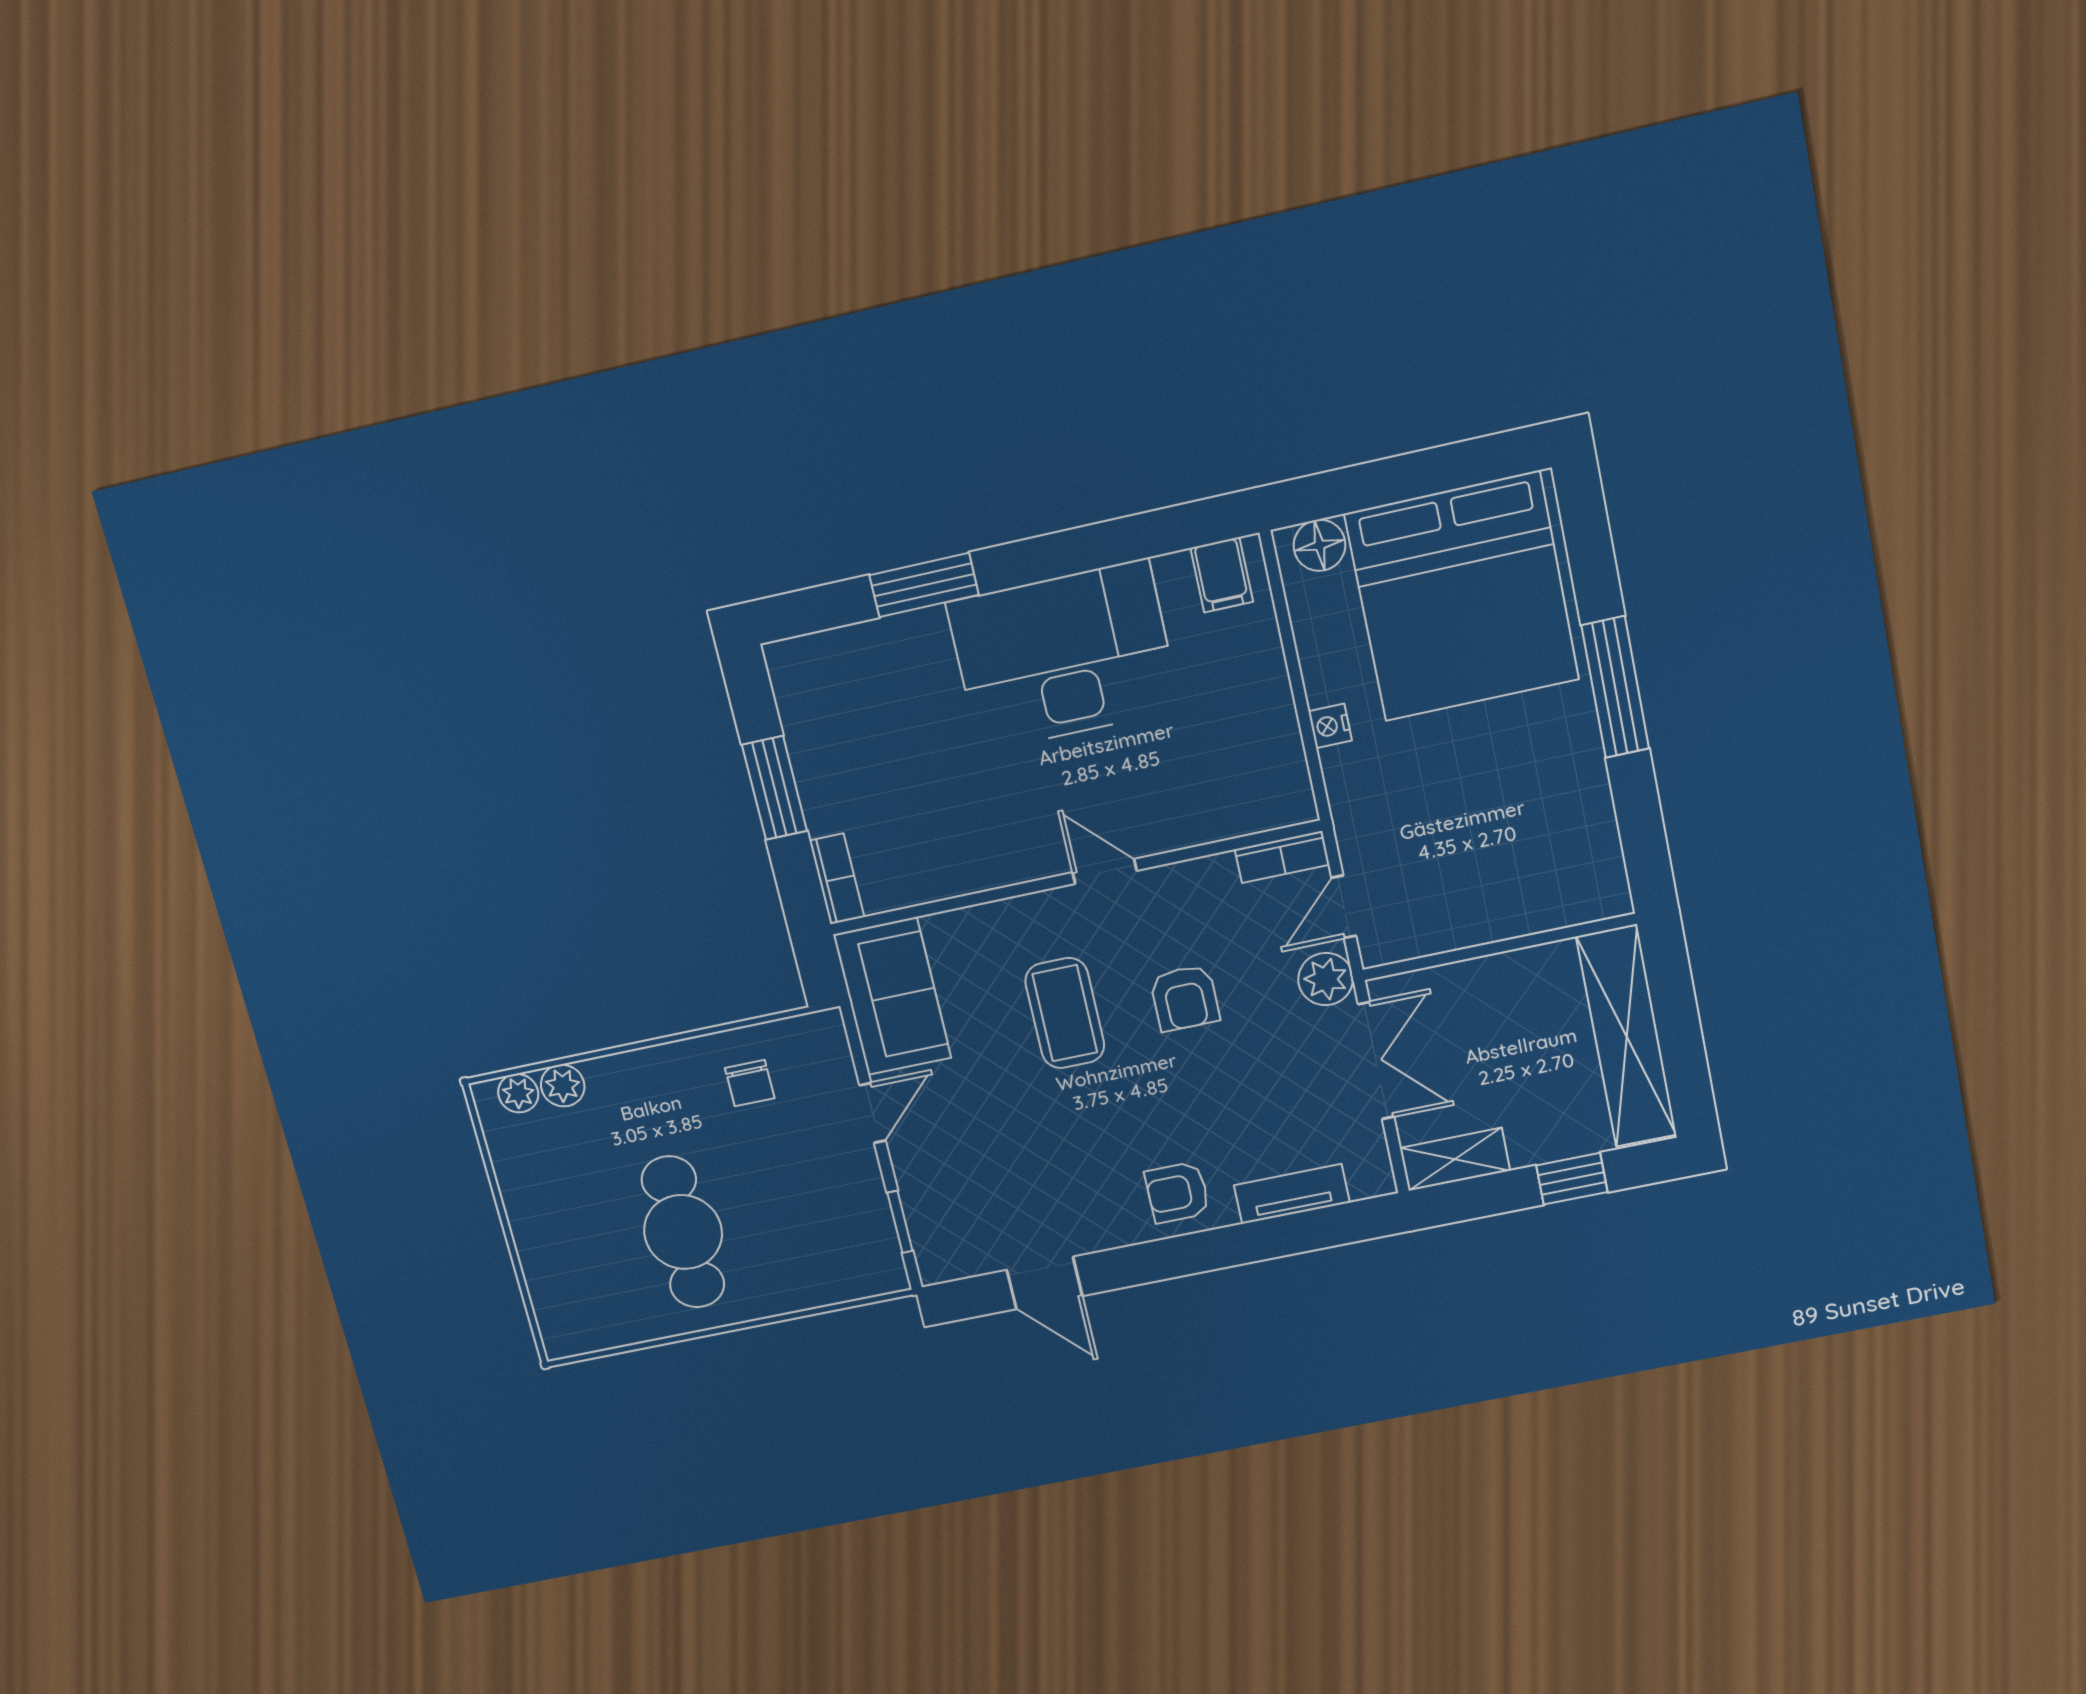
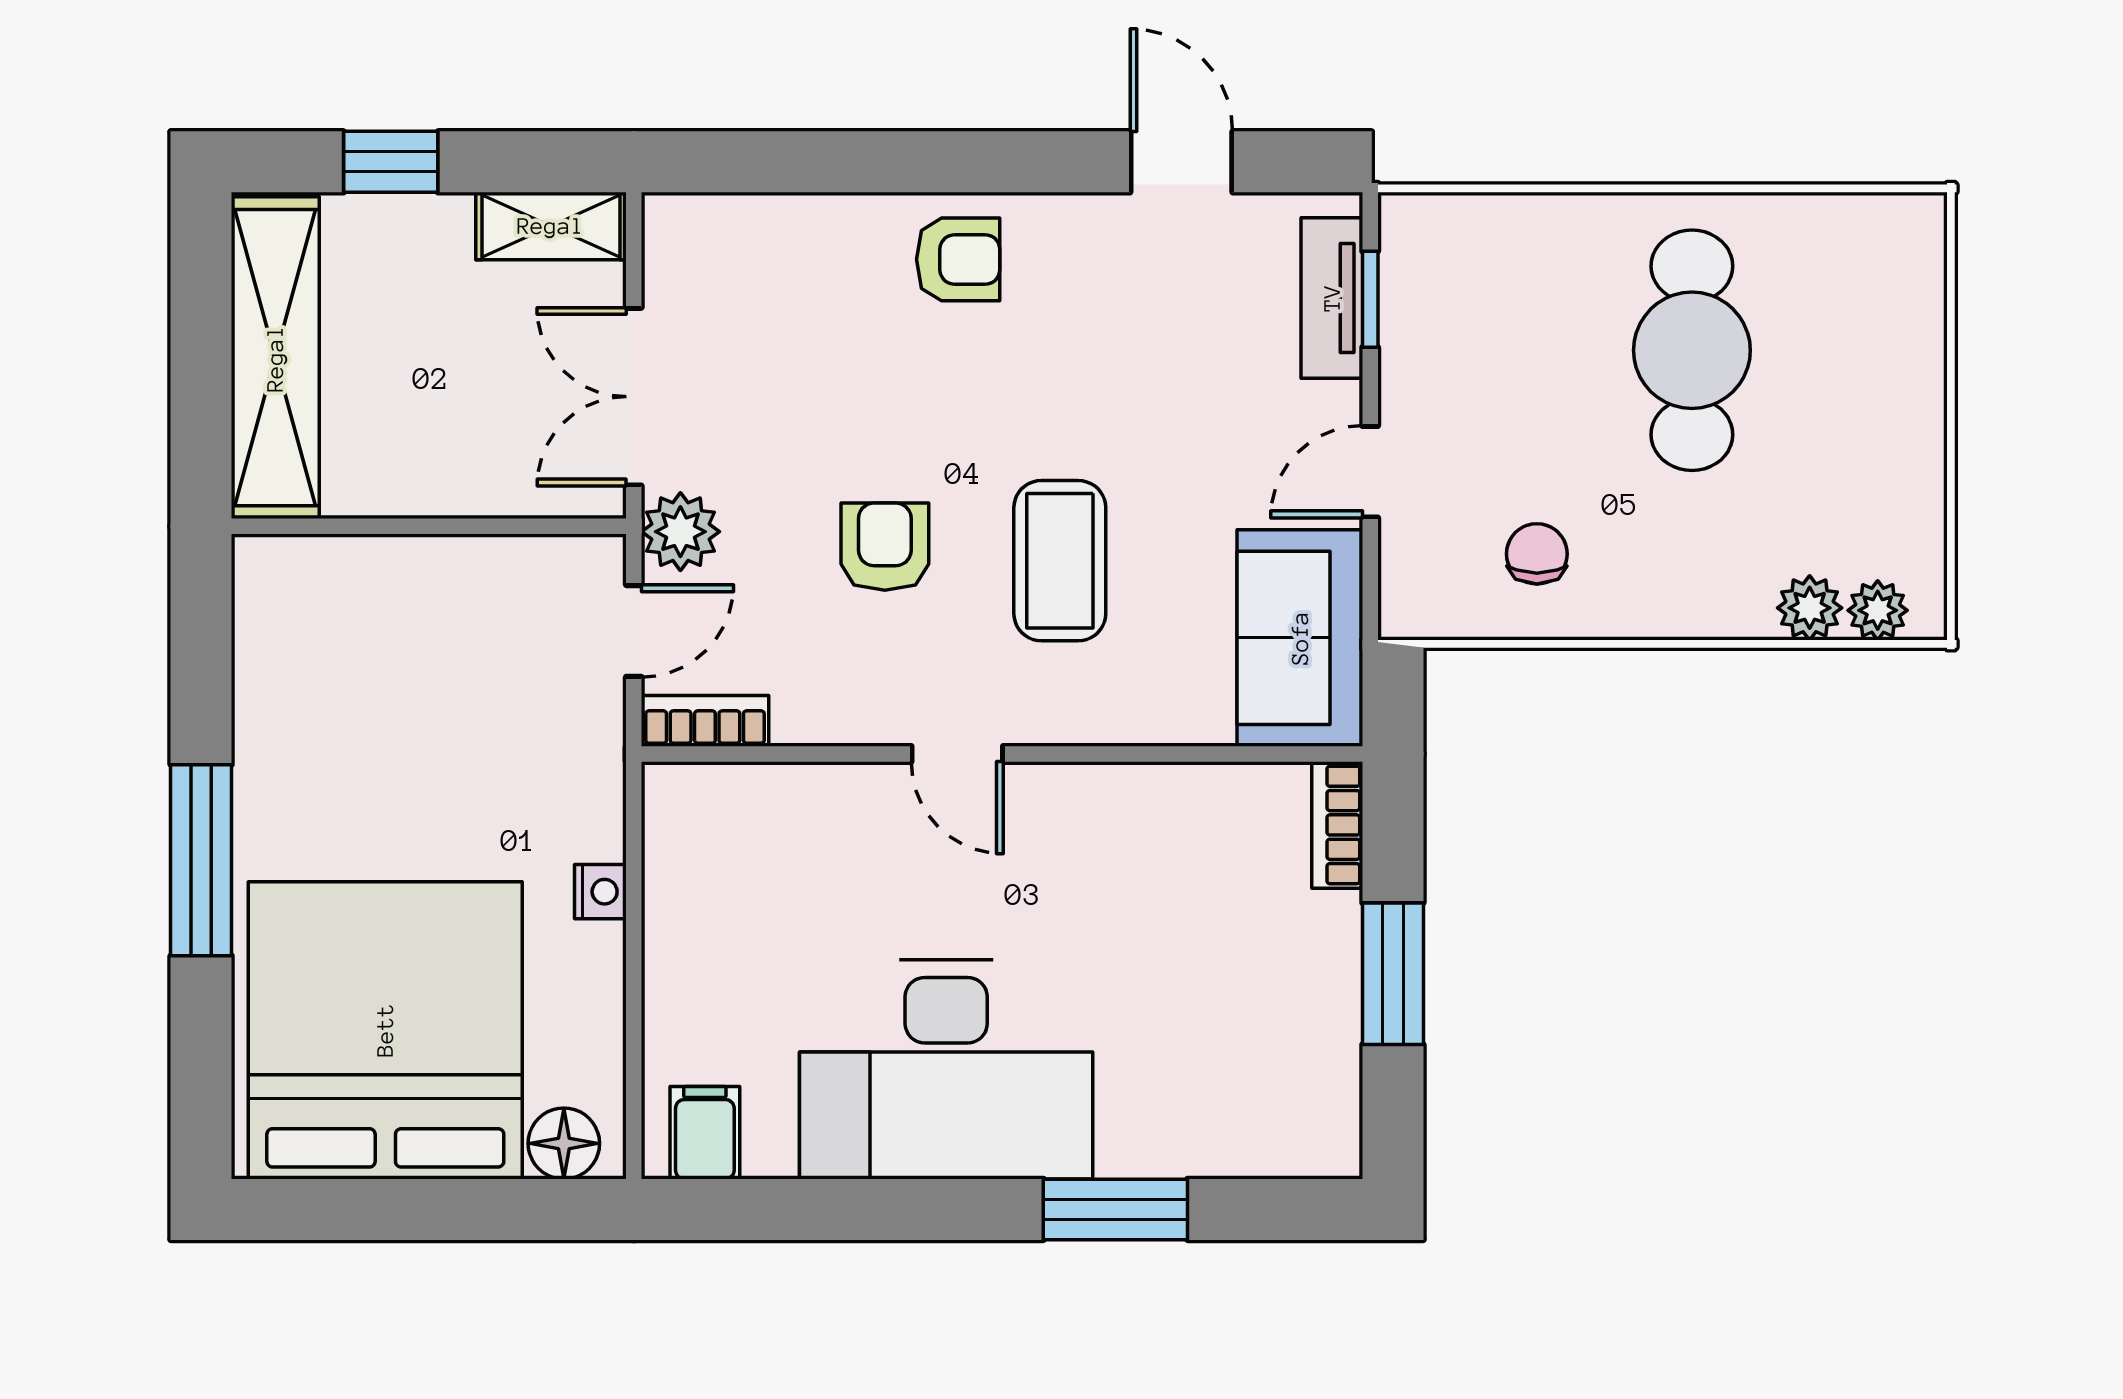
tv unit: (1292, 1194) -> (1332, 298), moved, turned 90

